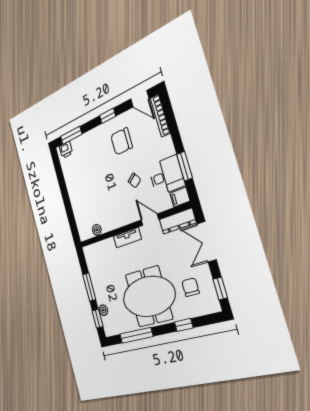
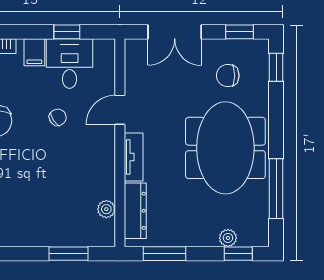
window: (185, 166) -> (67, 32), width x0.67
filing cabinet: (180, 197) -> (34, 52), moved
window: (70, 215) -> (68, 254), added
dresser: (178, 221) -> (135, 211), moved
window: (89, 287) -> (165, 254), moved
window: (184, 325) -> (276, 67), moved

